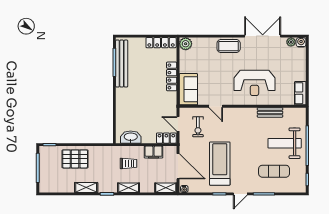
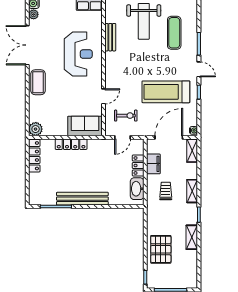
bench: (122, 64) -> (82, 199), moved
locker: (166, 138) -> (138, 165), moved

